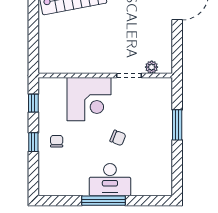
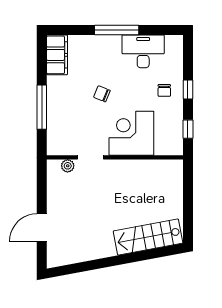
window: (177, 125) -> (42, 107), width x1.44
filing cabinet: (162, 176) -> (57, 55), added
desk: (110, 180) -> (143, 51), moved

